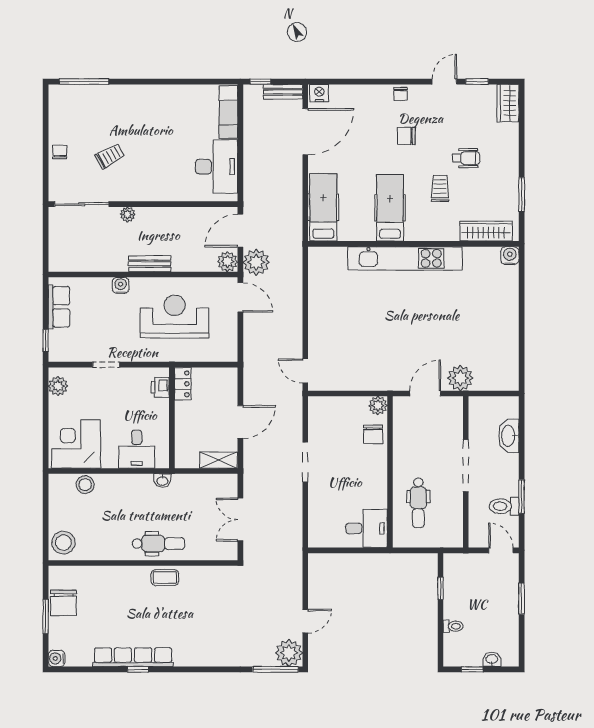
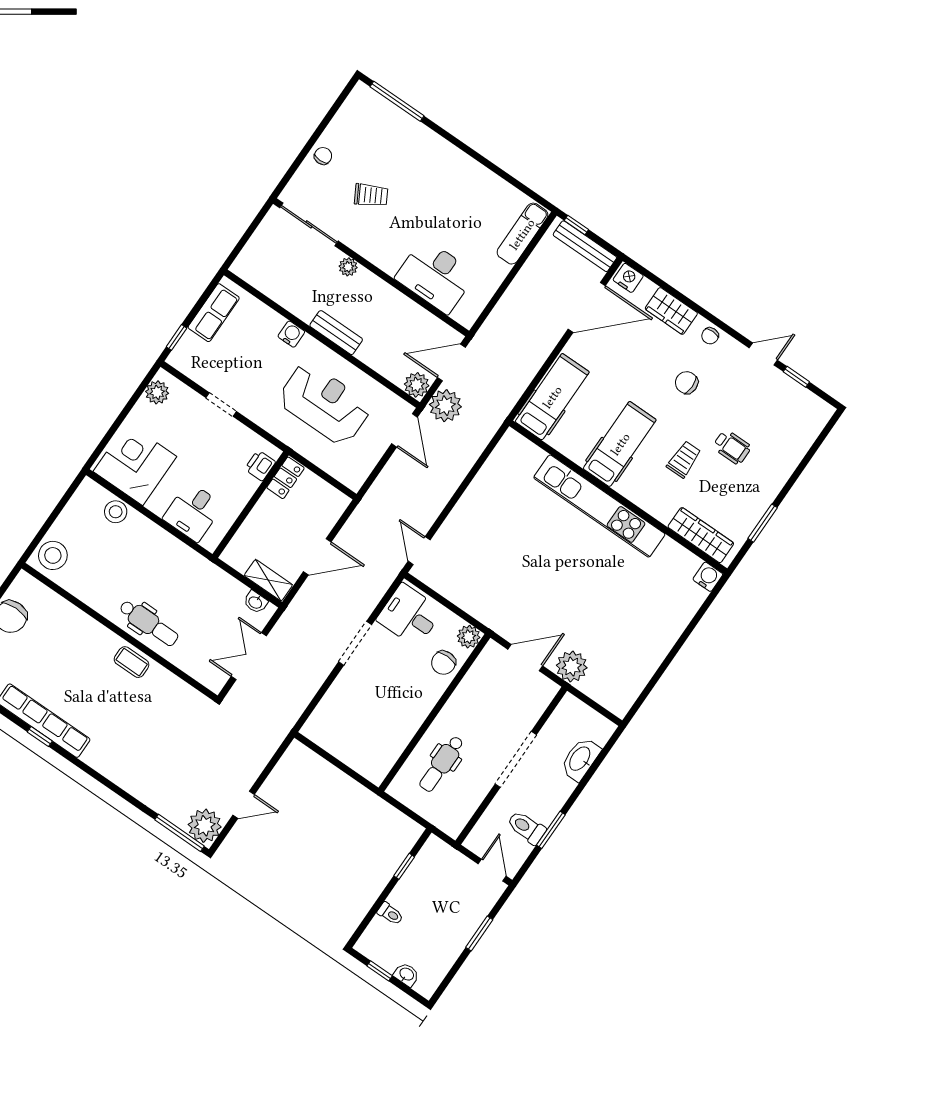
bench: (283, 92) -> (585, 246), width x1.36
wardrobe: (508, 103) -> (671, 311), moved, turned -90
desk: (217, 167) -> (435, 276), moved, turned 90
washbasin: (162, 481) -> (255, 602), moved
desk: (367, 528) -> (410, 615), moved, turned 180

